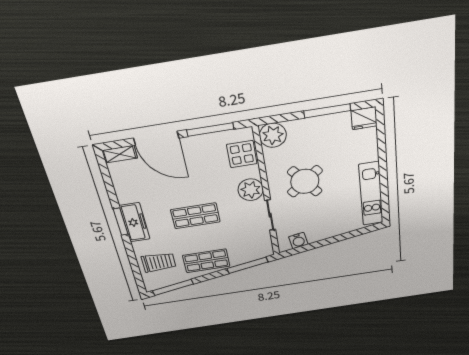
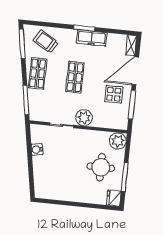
display table: (242, 154) -> (114, 94), moved
round table: (305, 181) -> (101, 167), moved, turned 38
kitchen unit: (371, 194) -> (59, 194), removed
freezer: (135, 222) -> (92, 38), moved
water cooler: (298, 241) -> (37, 150), moved
trolley: (159, 262) -> (46, 41), turned 121

